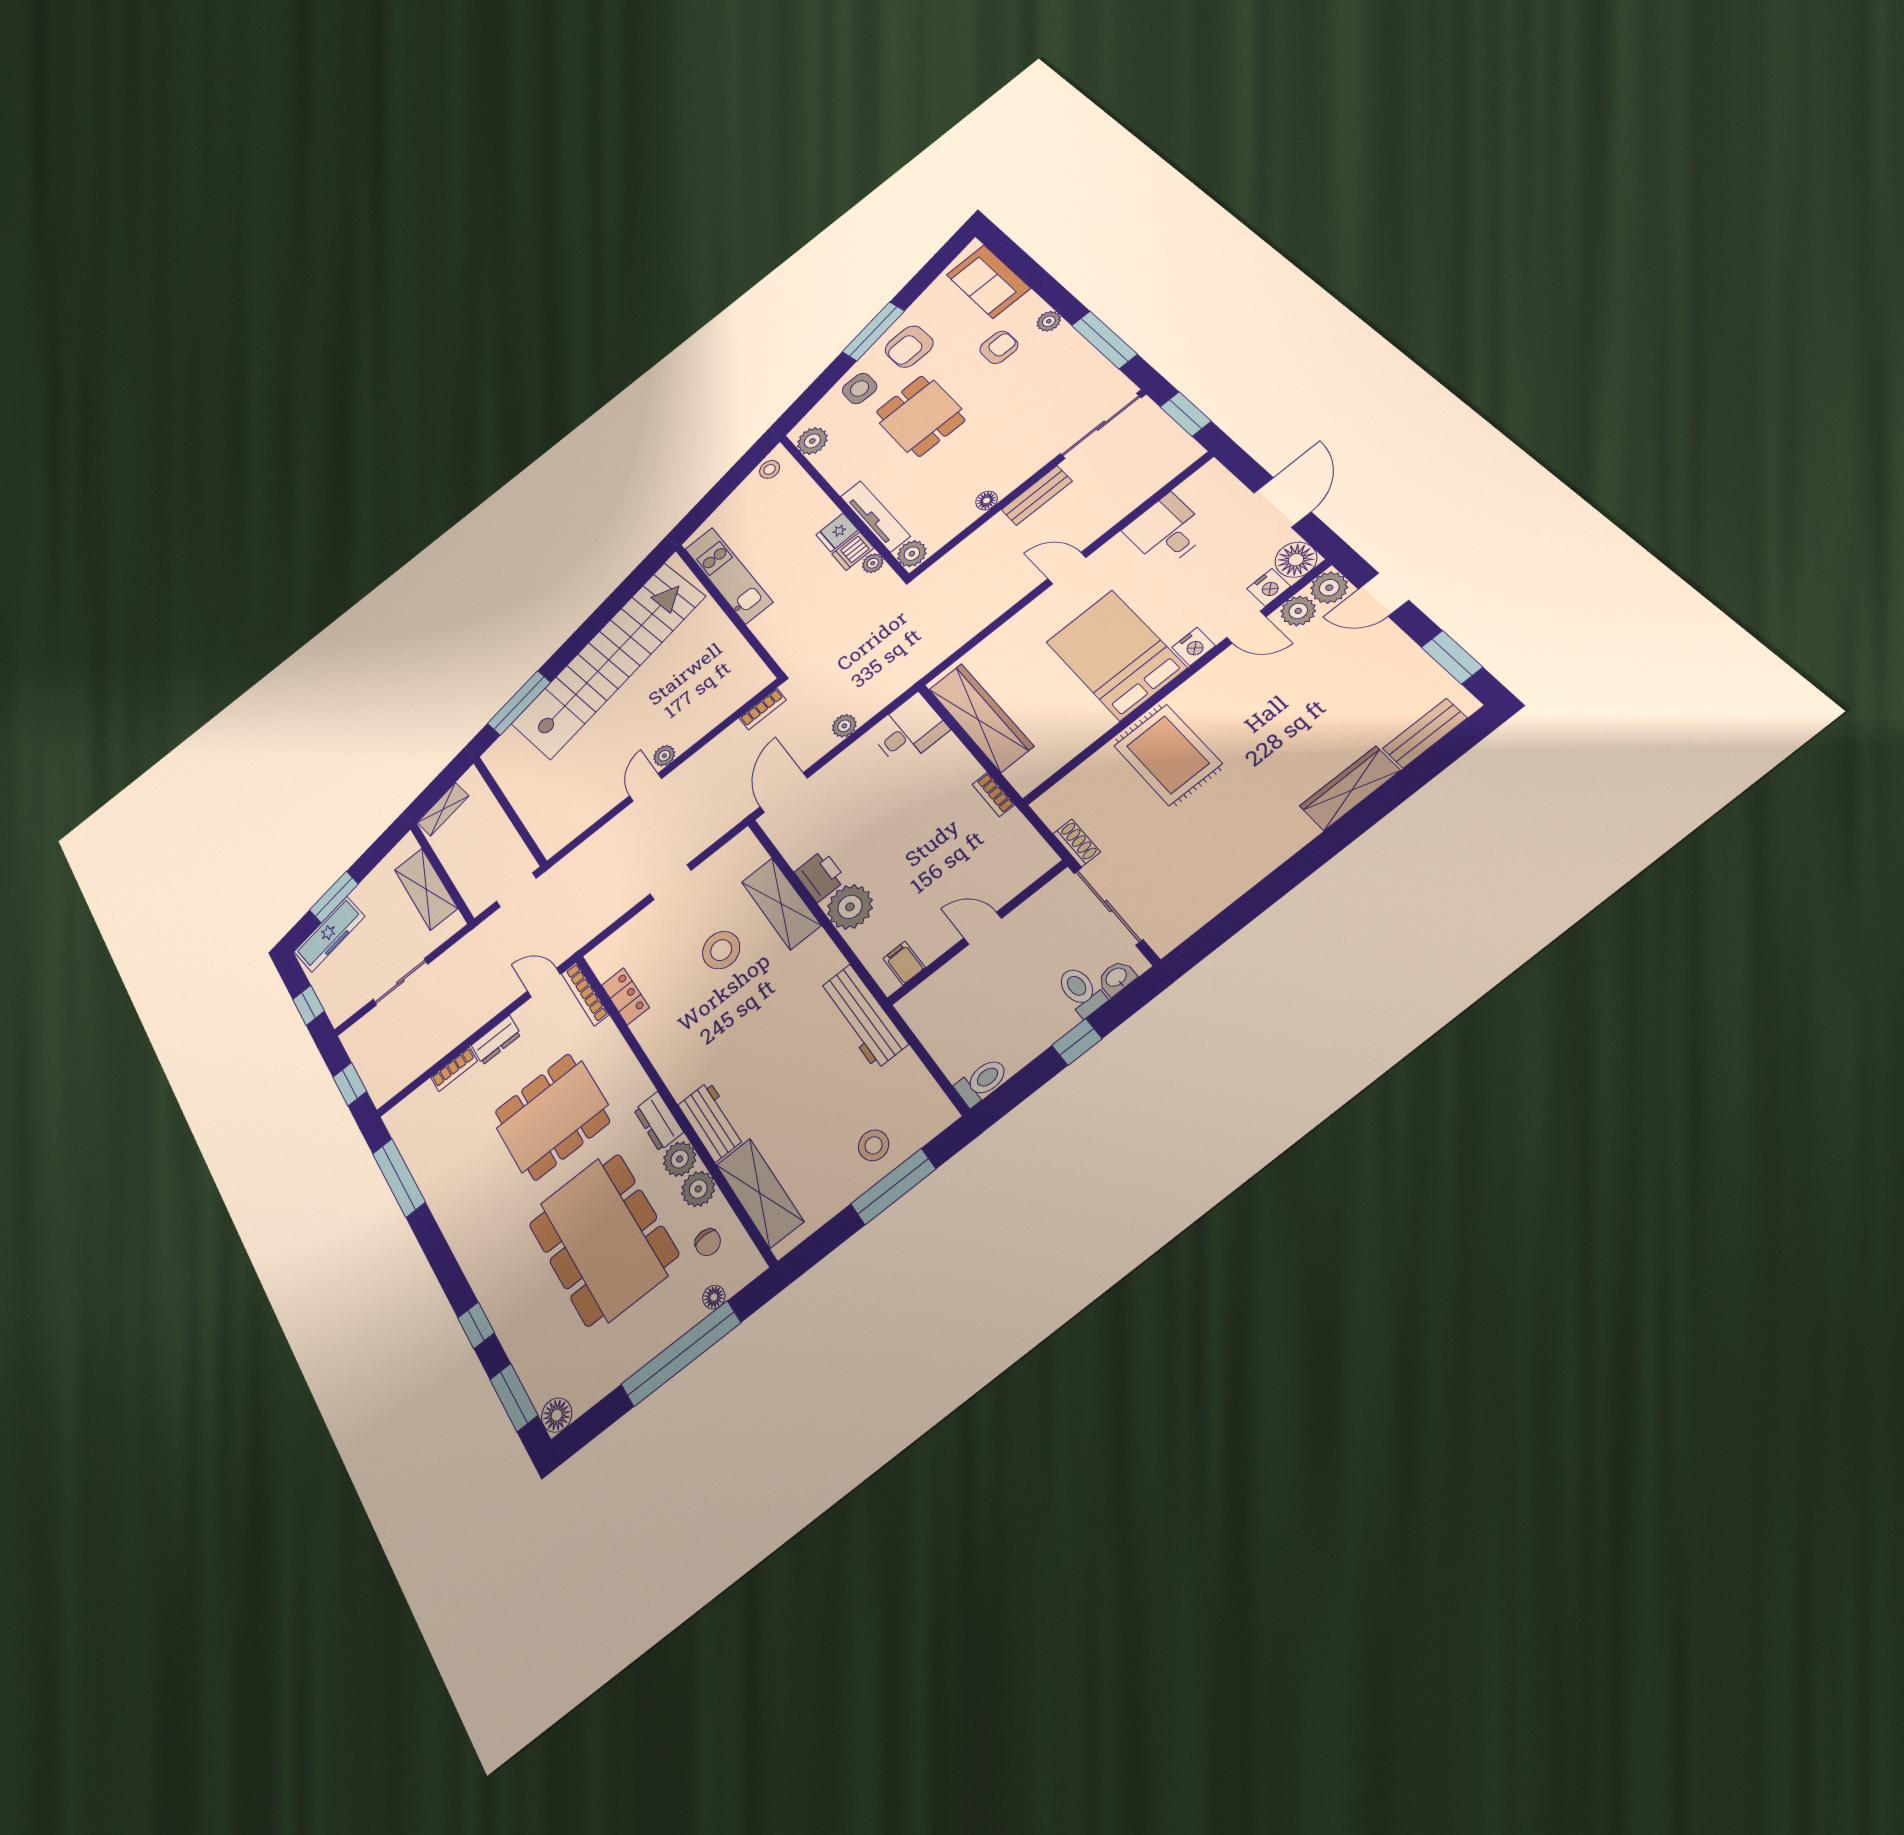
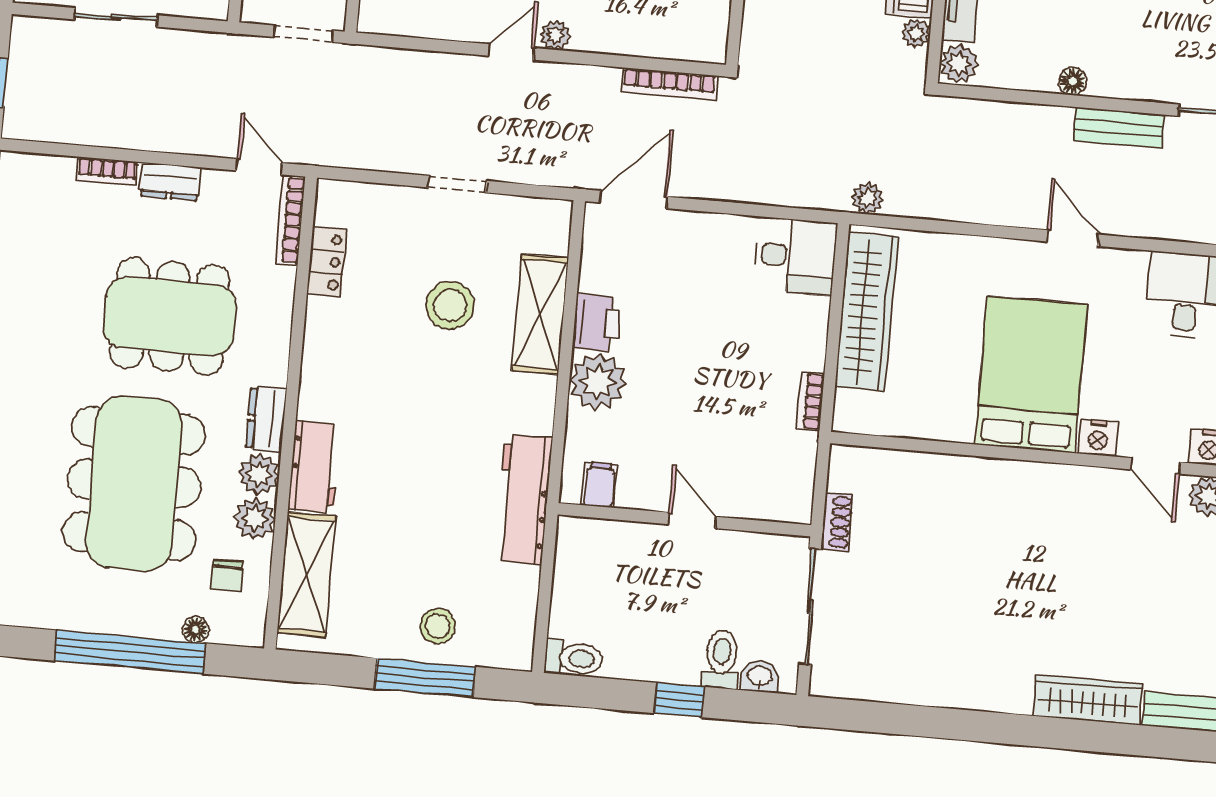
bookcase: (763, 709) -> (669, 84), width x1.56
plant: (844, 726) -> (868, 198), moved
rug: (1168, 755) -> (982, 518), removed

